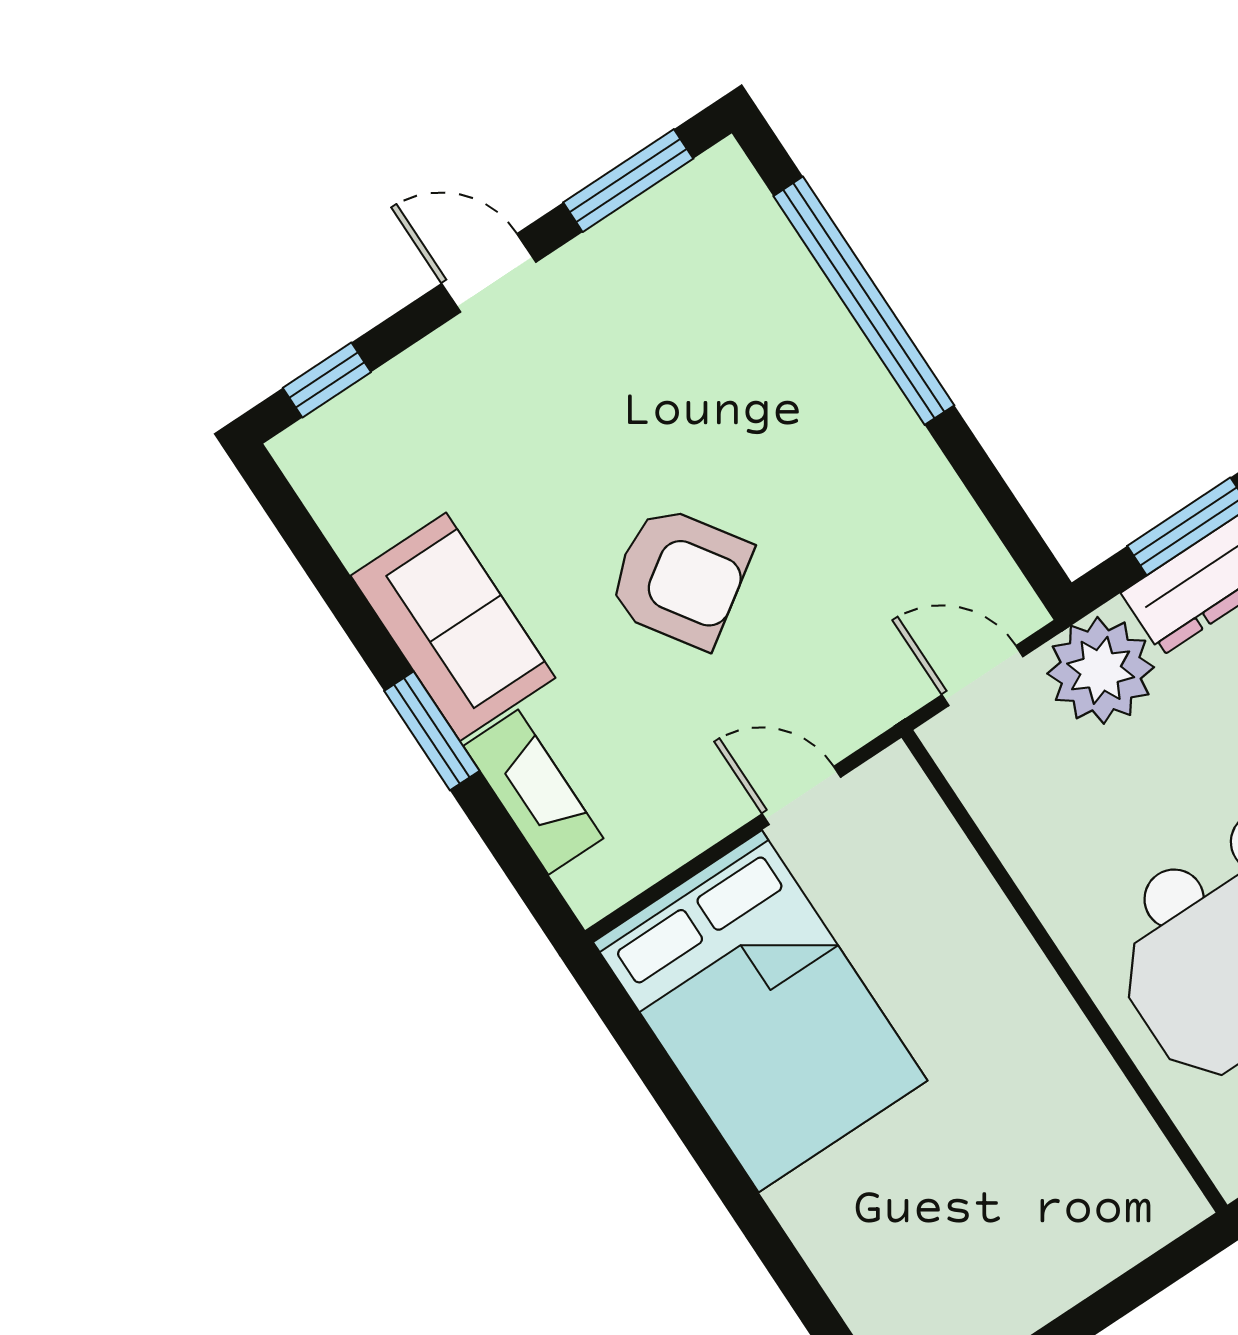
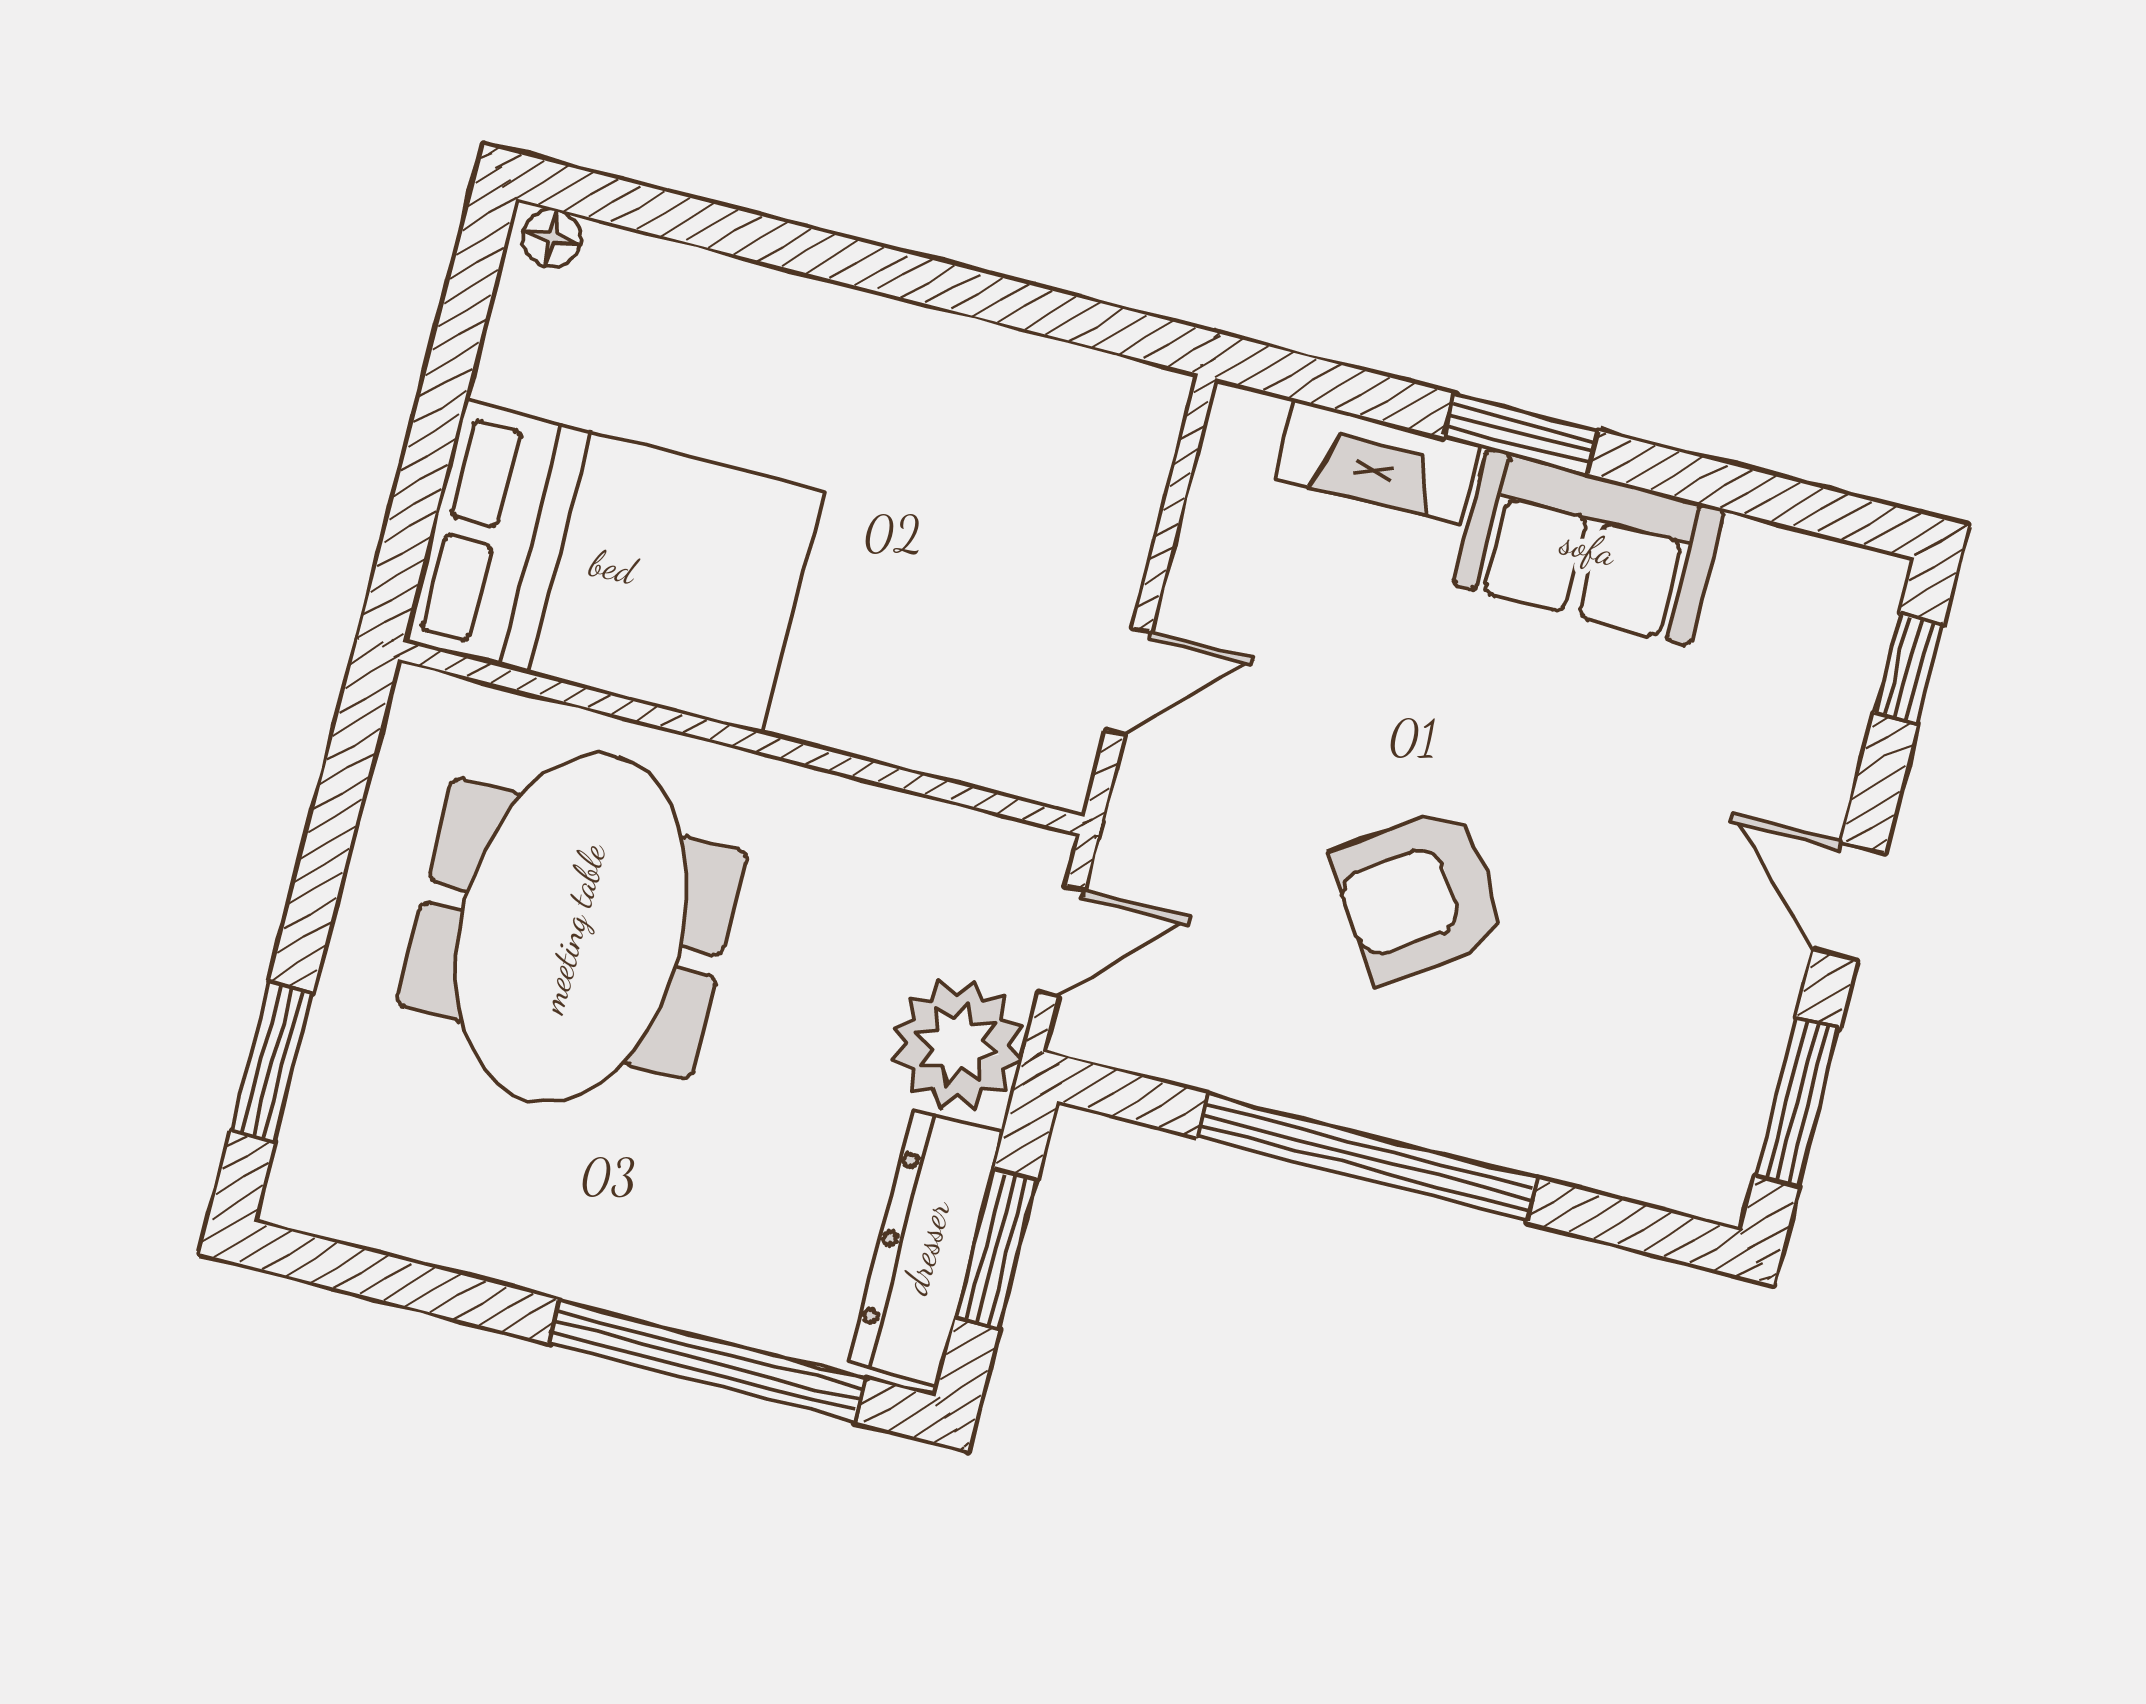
door: (489, 273) -> (1849, 901), swing flipped
window: (864, 301) -> (1368, 1158), moved
armchair: (680, 577) -> (1419, 895), moved
bed: (760, 1011) -> (613, 567), moved, turned 180

